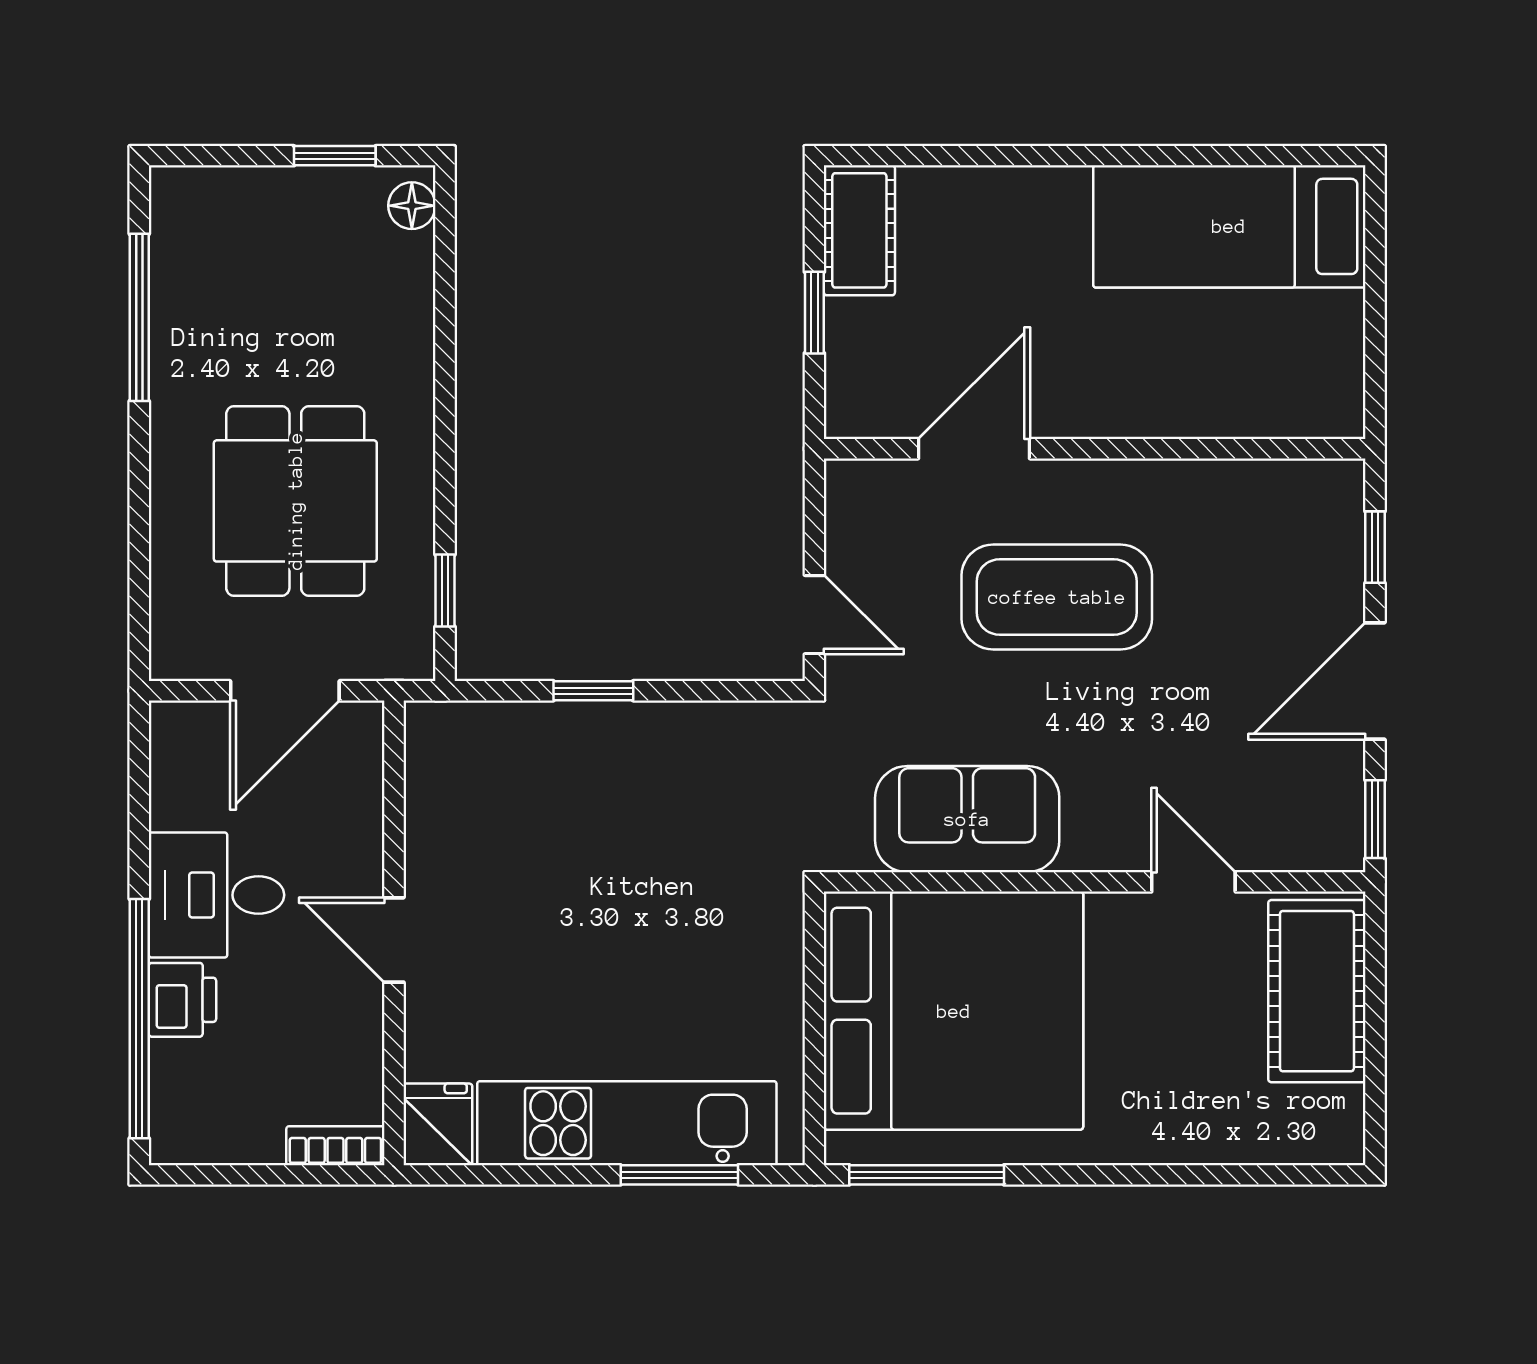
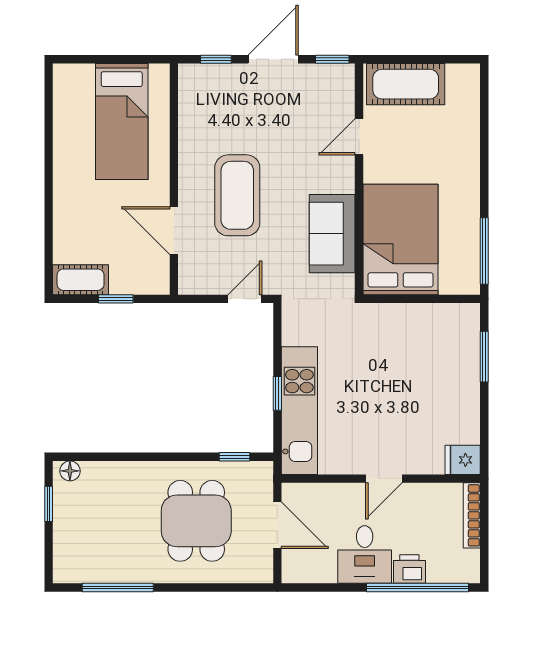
bed: (1229, 226) -> (122, 122), moved
dining table: (295, 501) -> (196, 521), turned 90
door: (1375, 681) -> (273, 59), swing flipped
bed: (954, 1011) -> (400, 239), width x0.73
kitchen unit: (627, 1123) -> (299, 411), moved, turned 180
bookcase: (335, 1146) -> (472, 515), width x1.56

